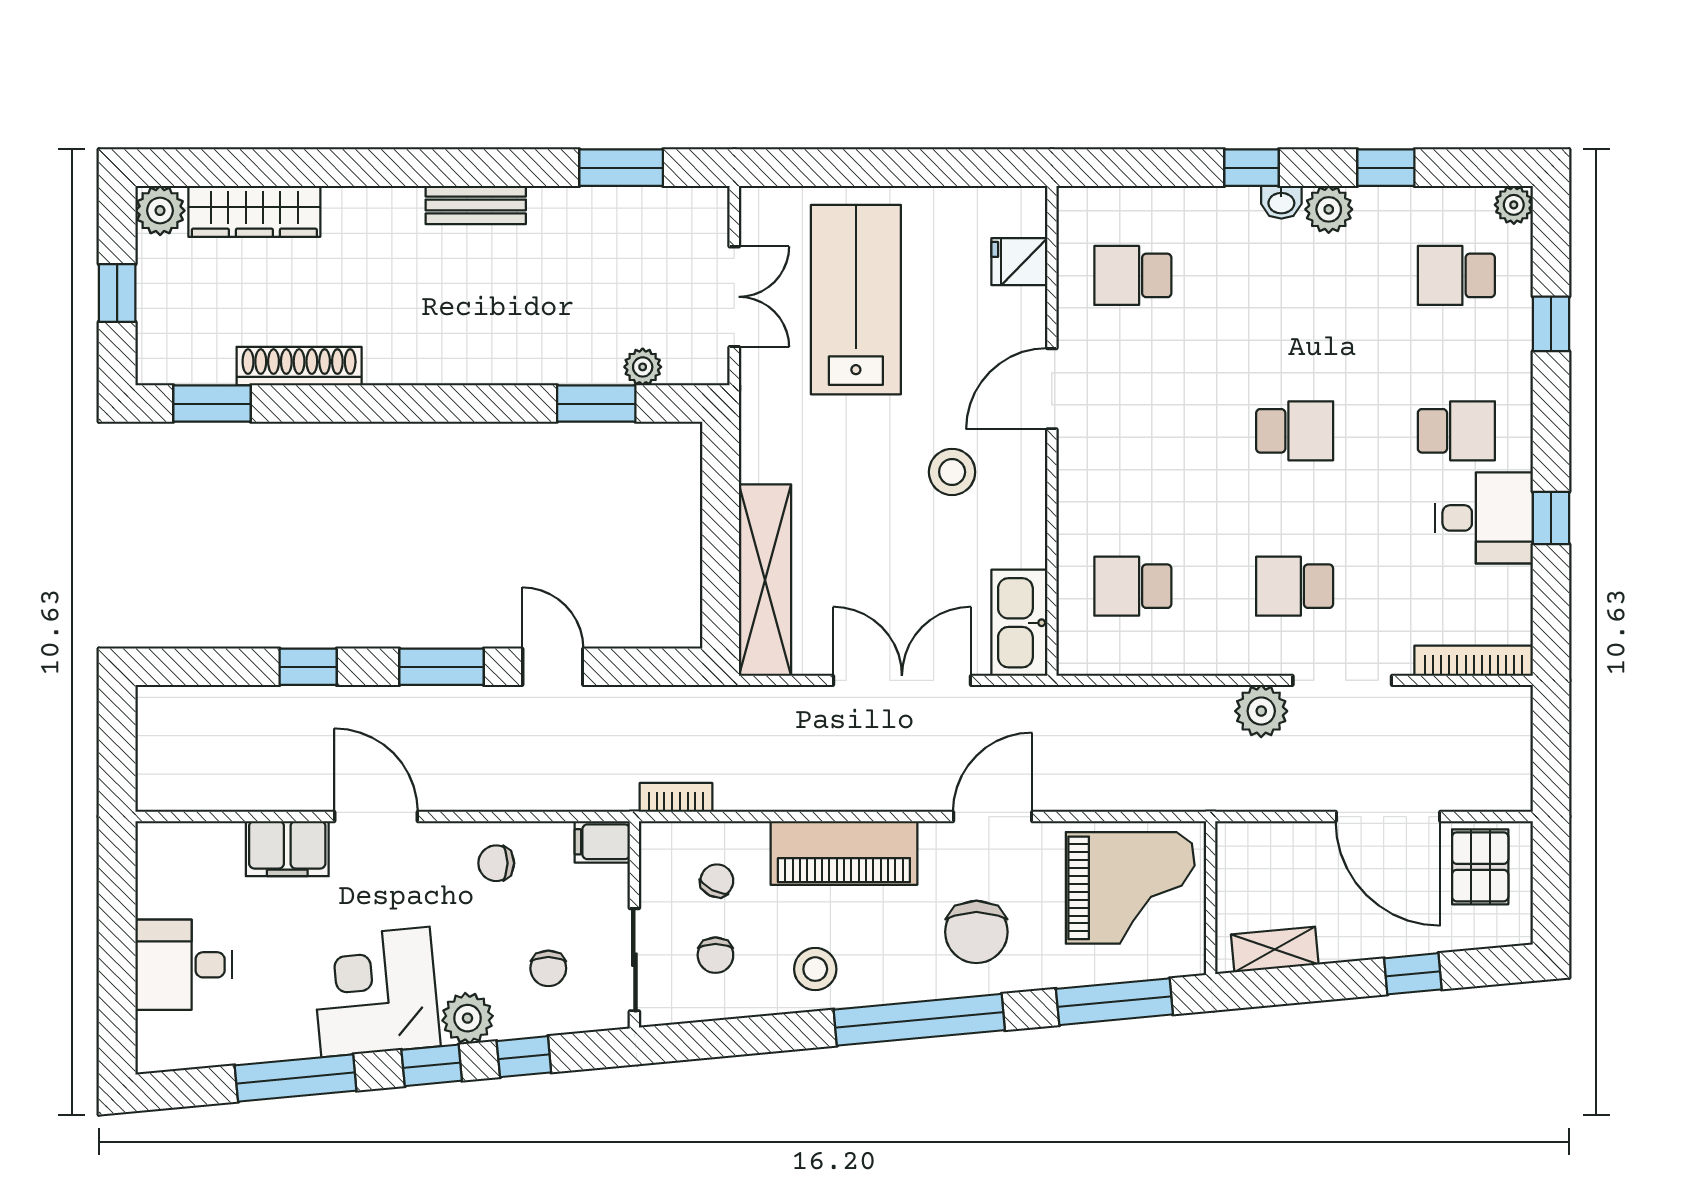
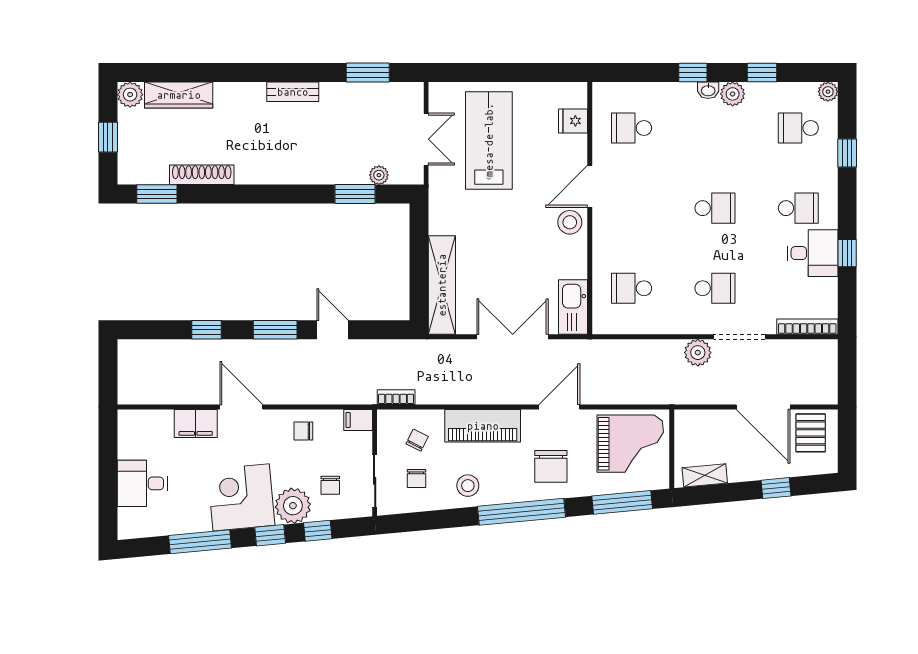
stool: (952, 472) -> (570, 222), moved
school desk: (1295, 586) -> (715, 288), turned 180
plant: (468, 1018) -> (293, 506), width x1.36, depth x1.36

